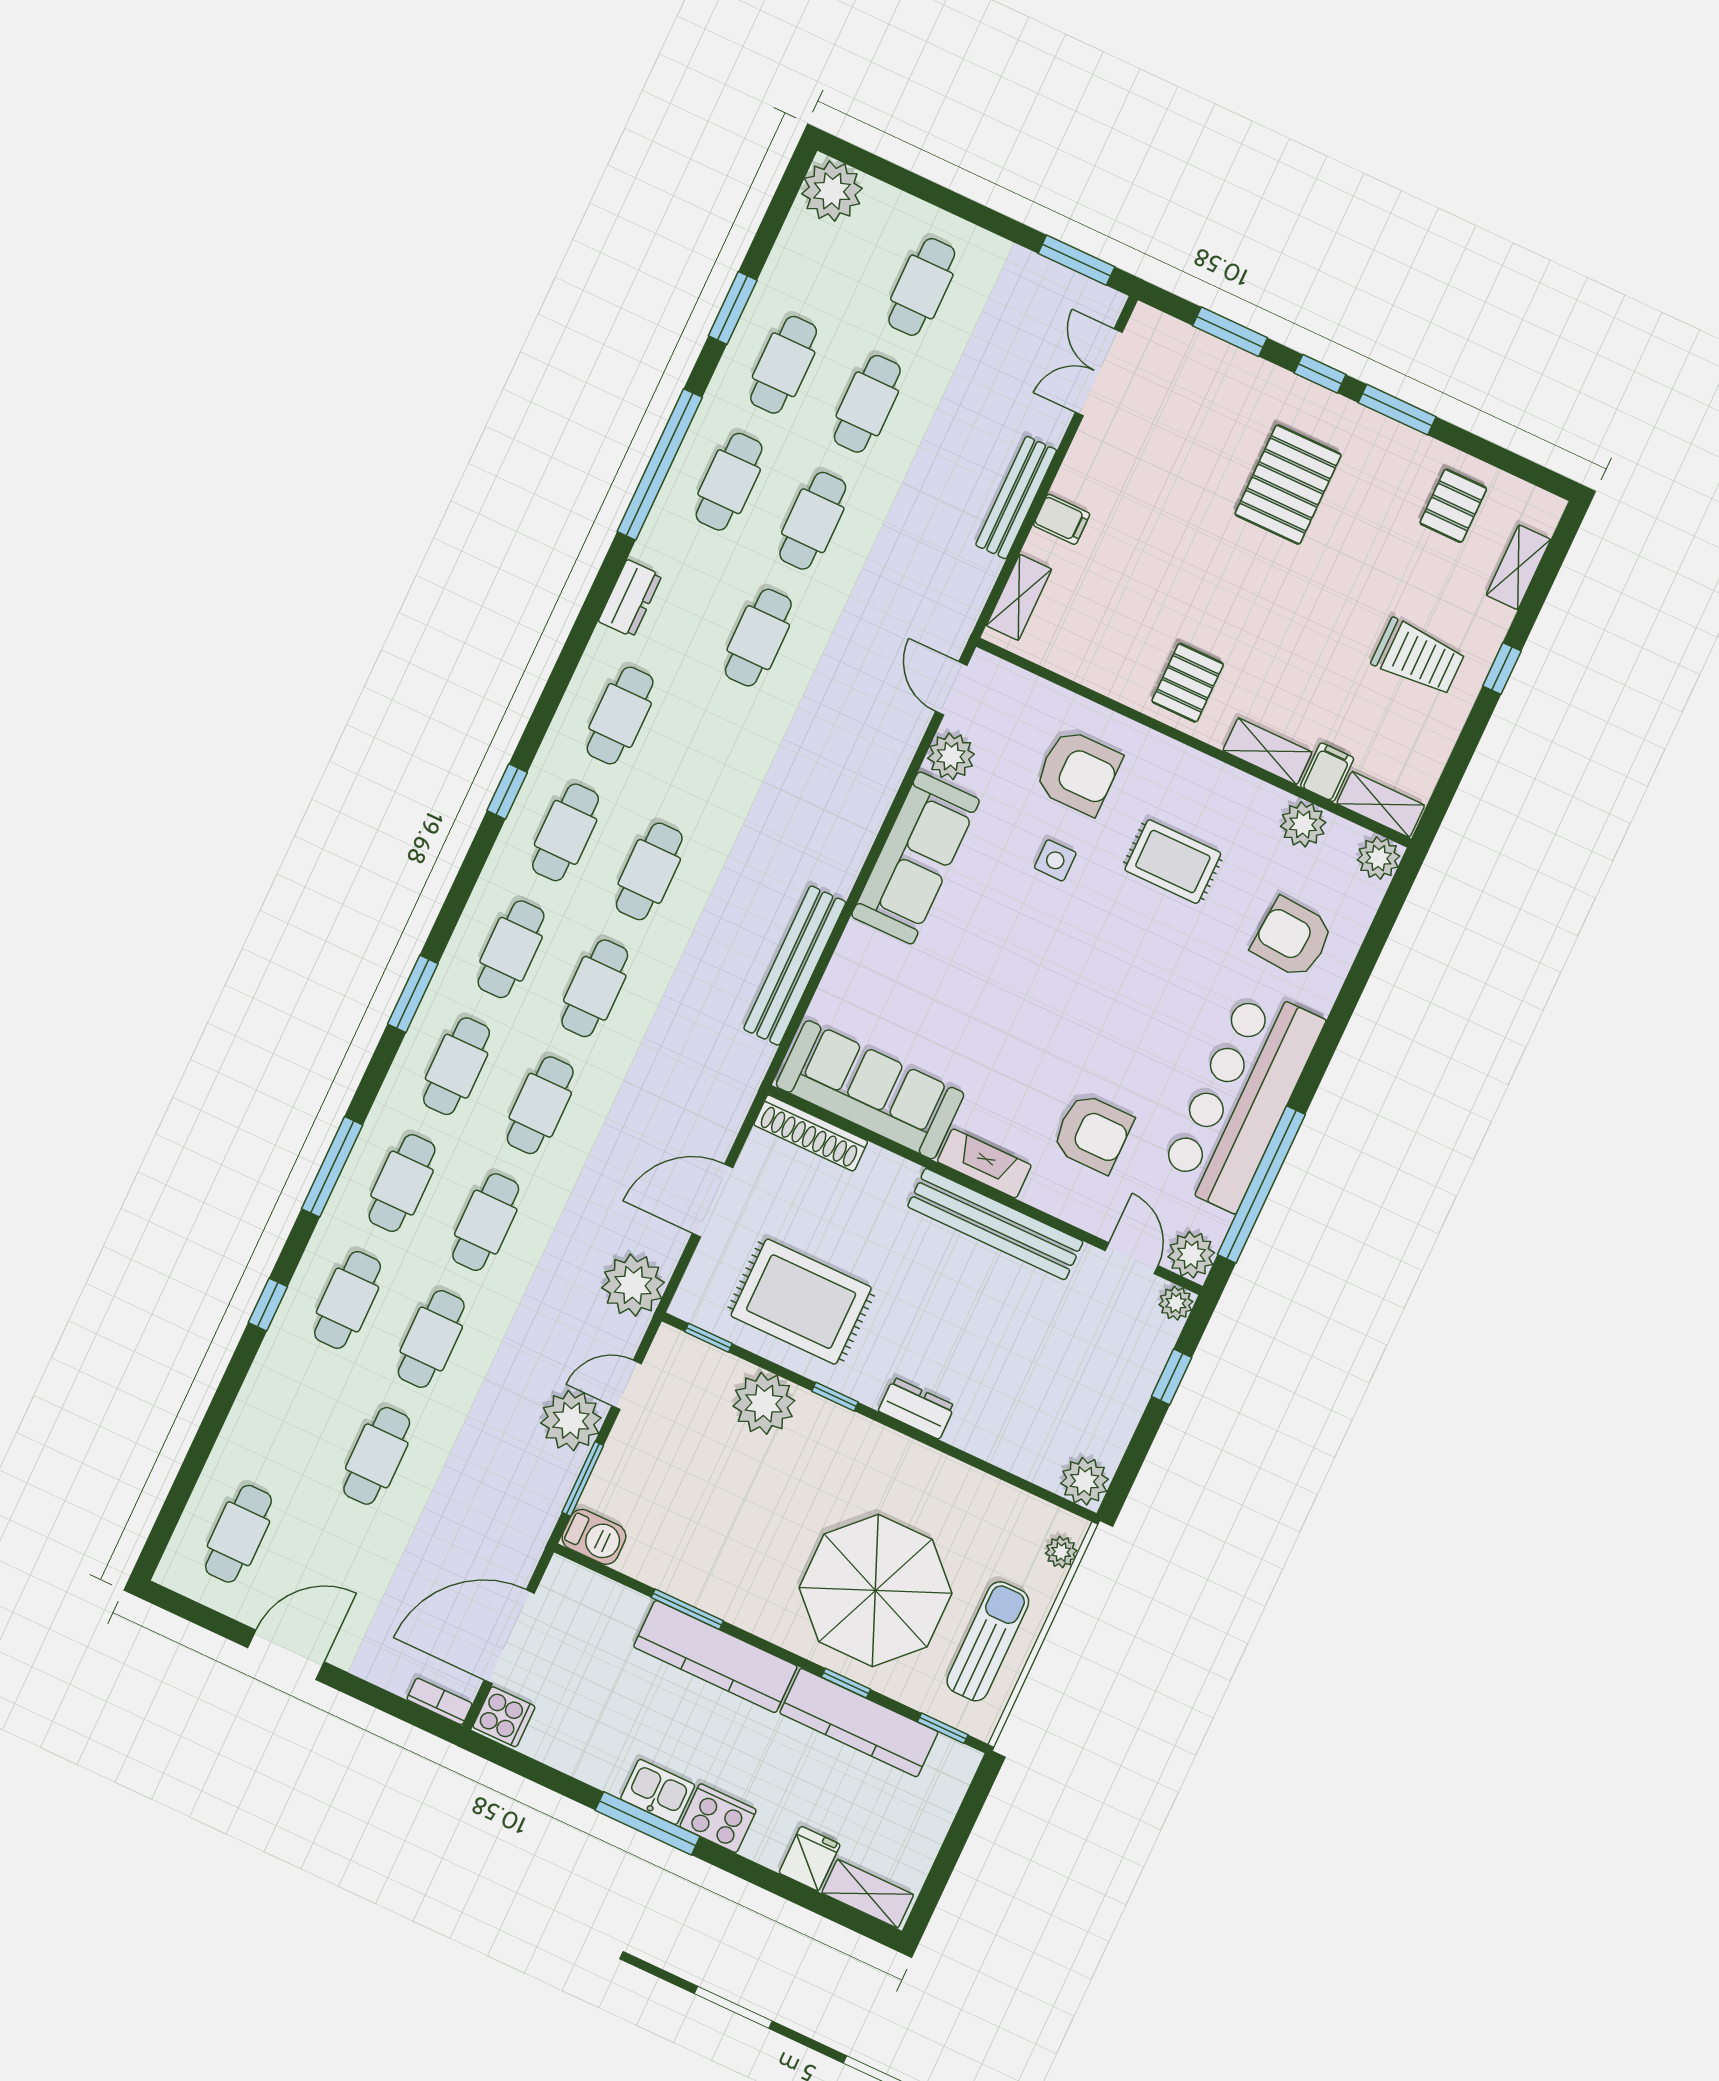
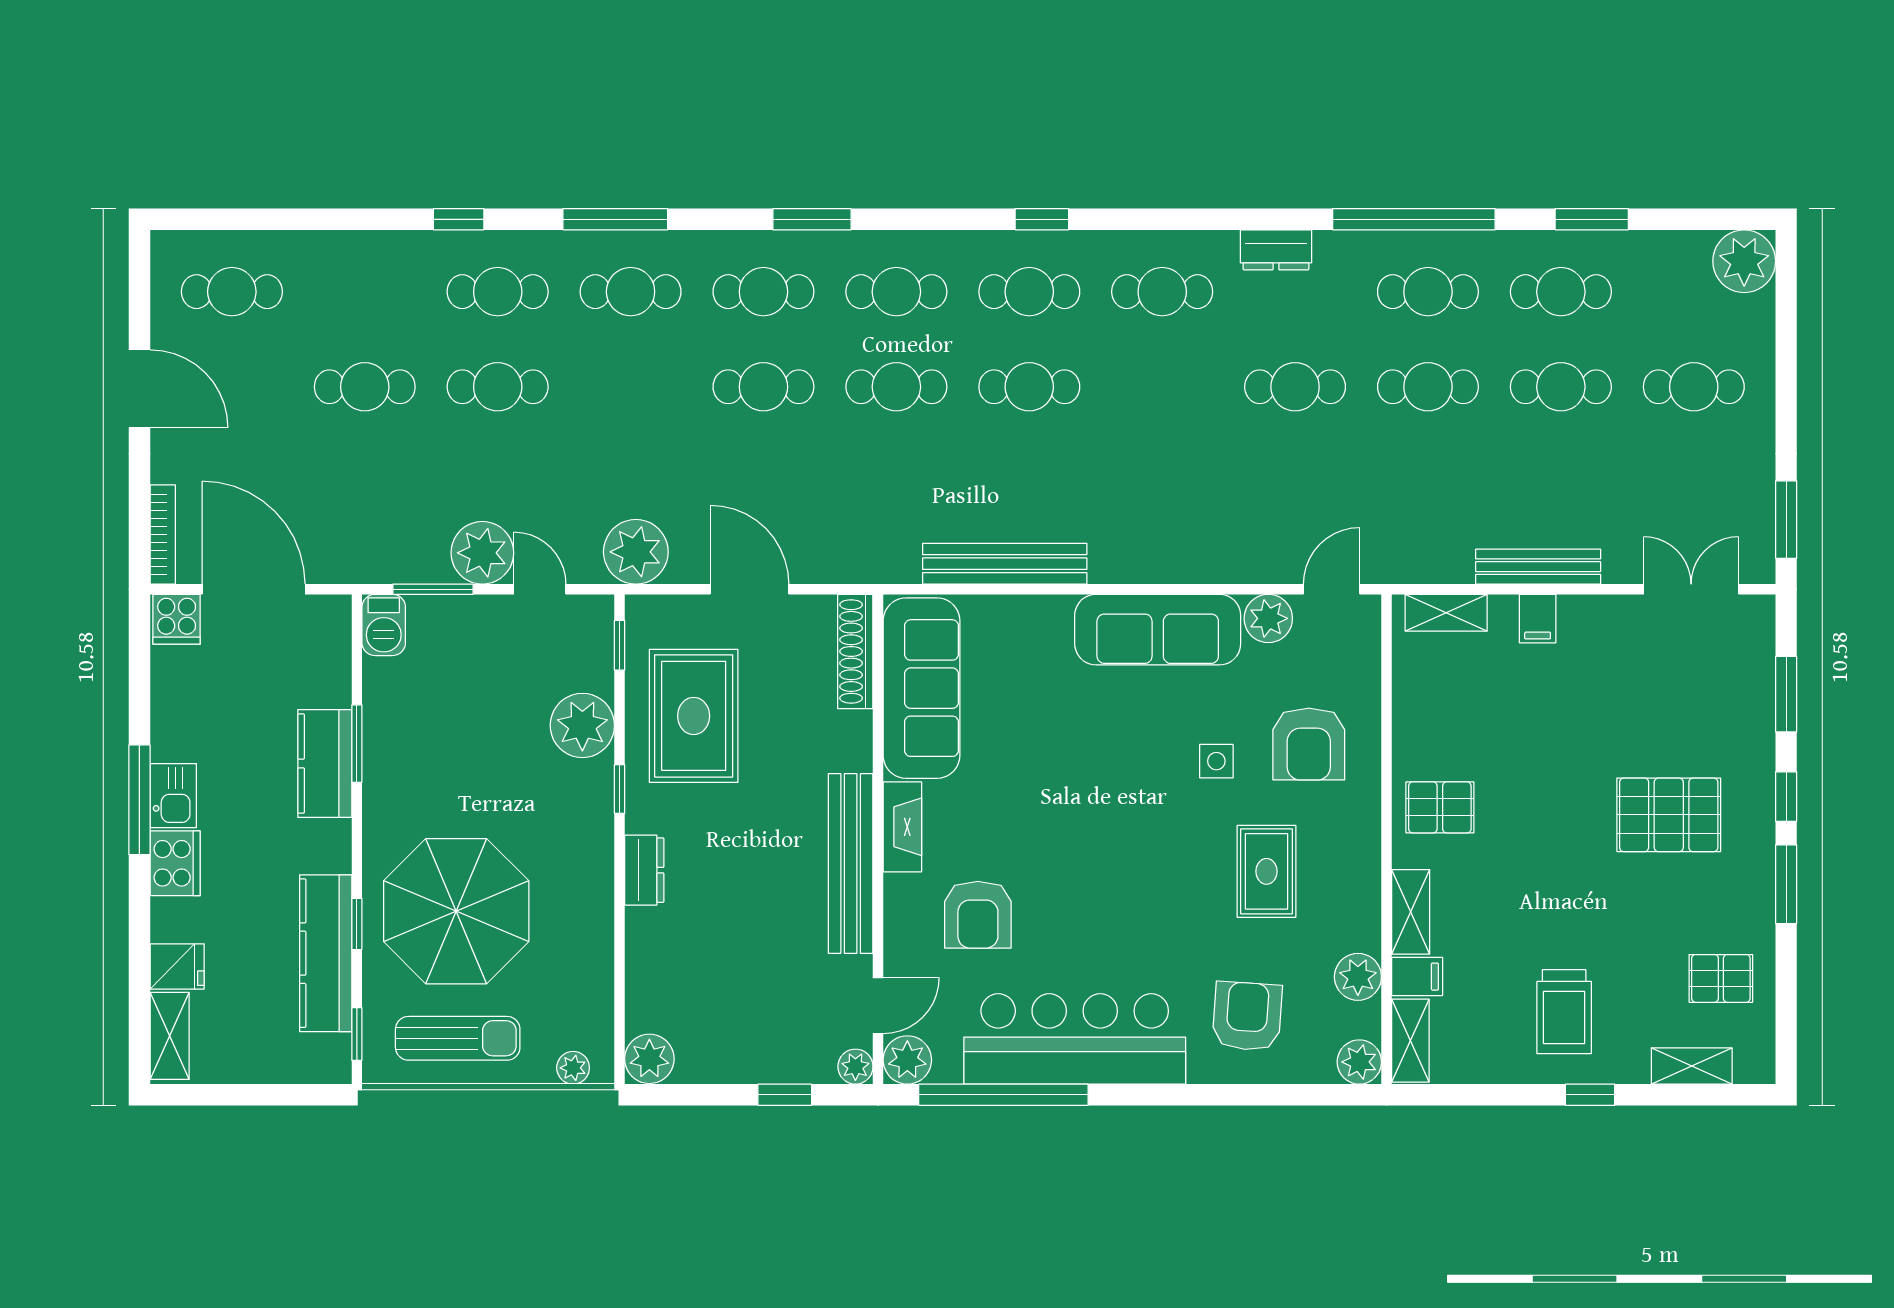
cafe table: (486, 1222) -> (631, 387), removed
kitchen counter: (715, 1657) -> (325, 763), width x0.67
bookcase: (440, 1701) -> (163, 535), width x1.56

